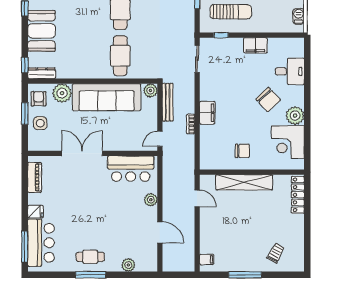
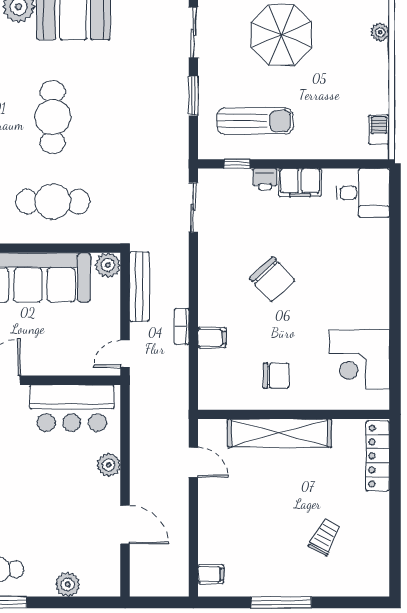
printer: (236, 43) -> (265, 179), added
cafe table: (120, 56) -> (53, 202), turned 90
desk: (290, 71) -> (363, 193), moved
chair: (268, 100) -> (272, 279), moved
filing cabinet: (207, 113) -> (212, 338), moved, width x0.50
plant: (295, 116) -> (373, 311), removed
trolley: (276, 253) -> (325, 537), moved

